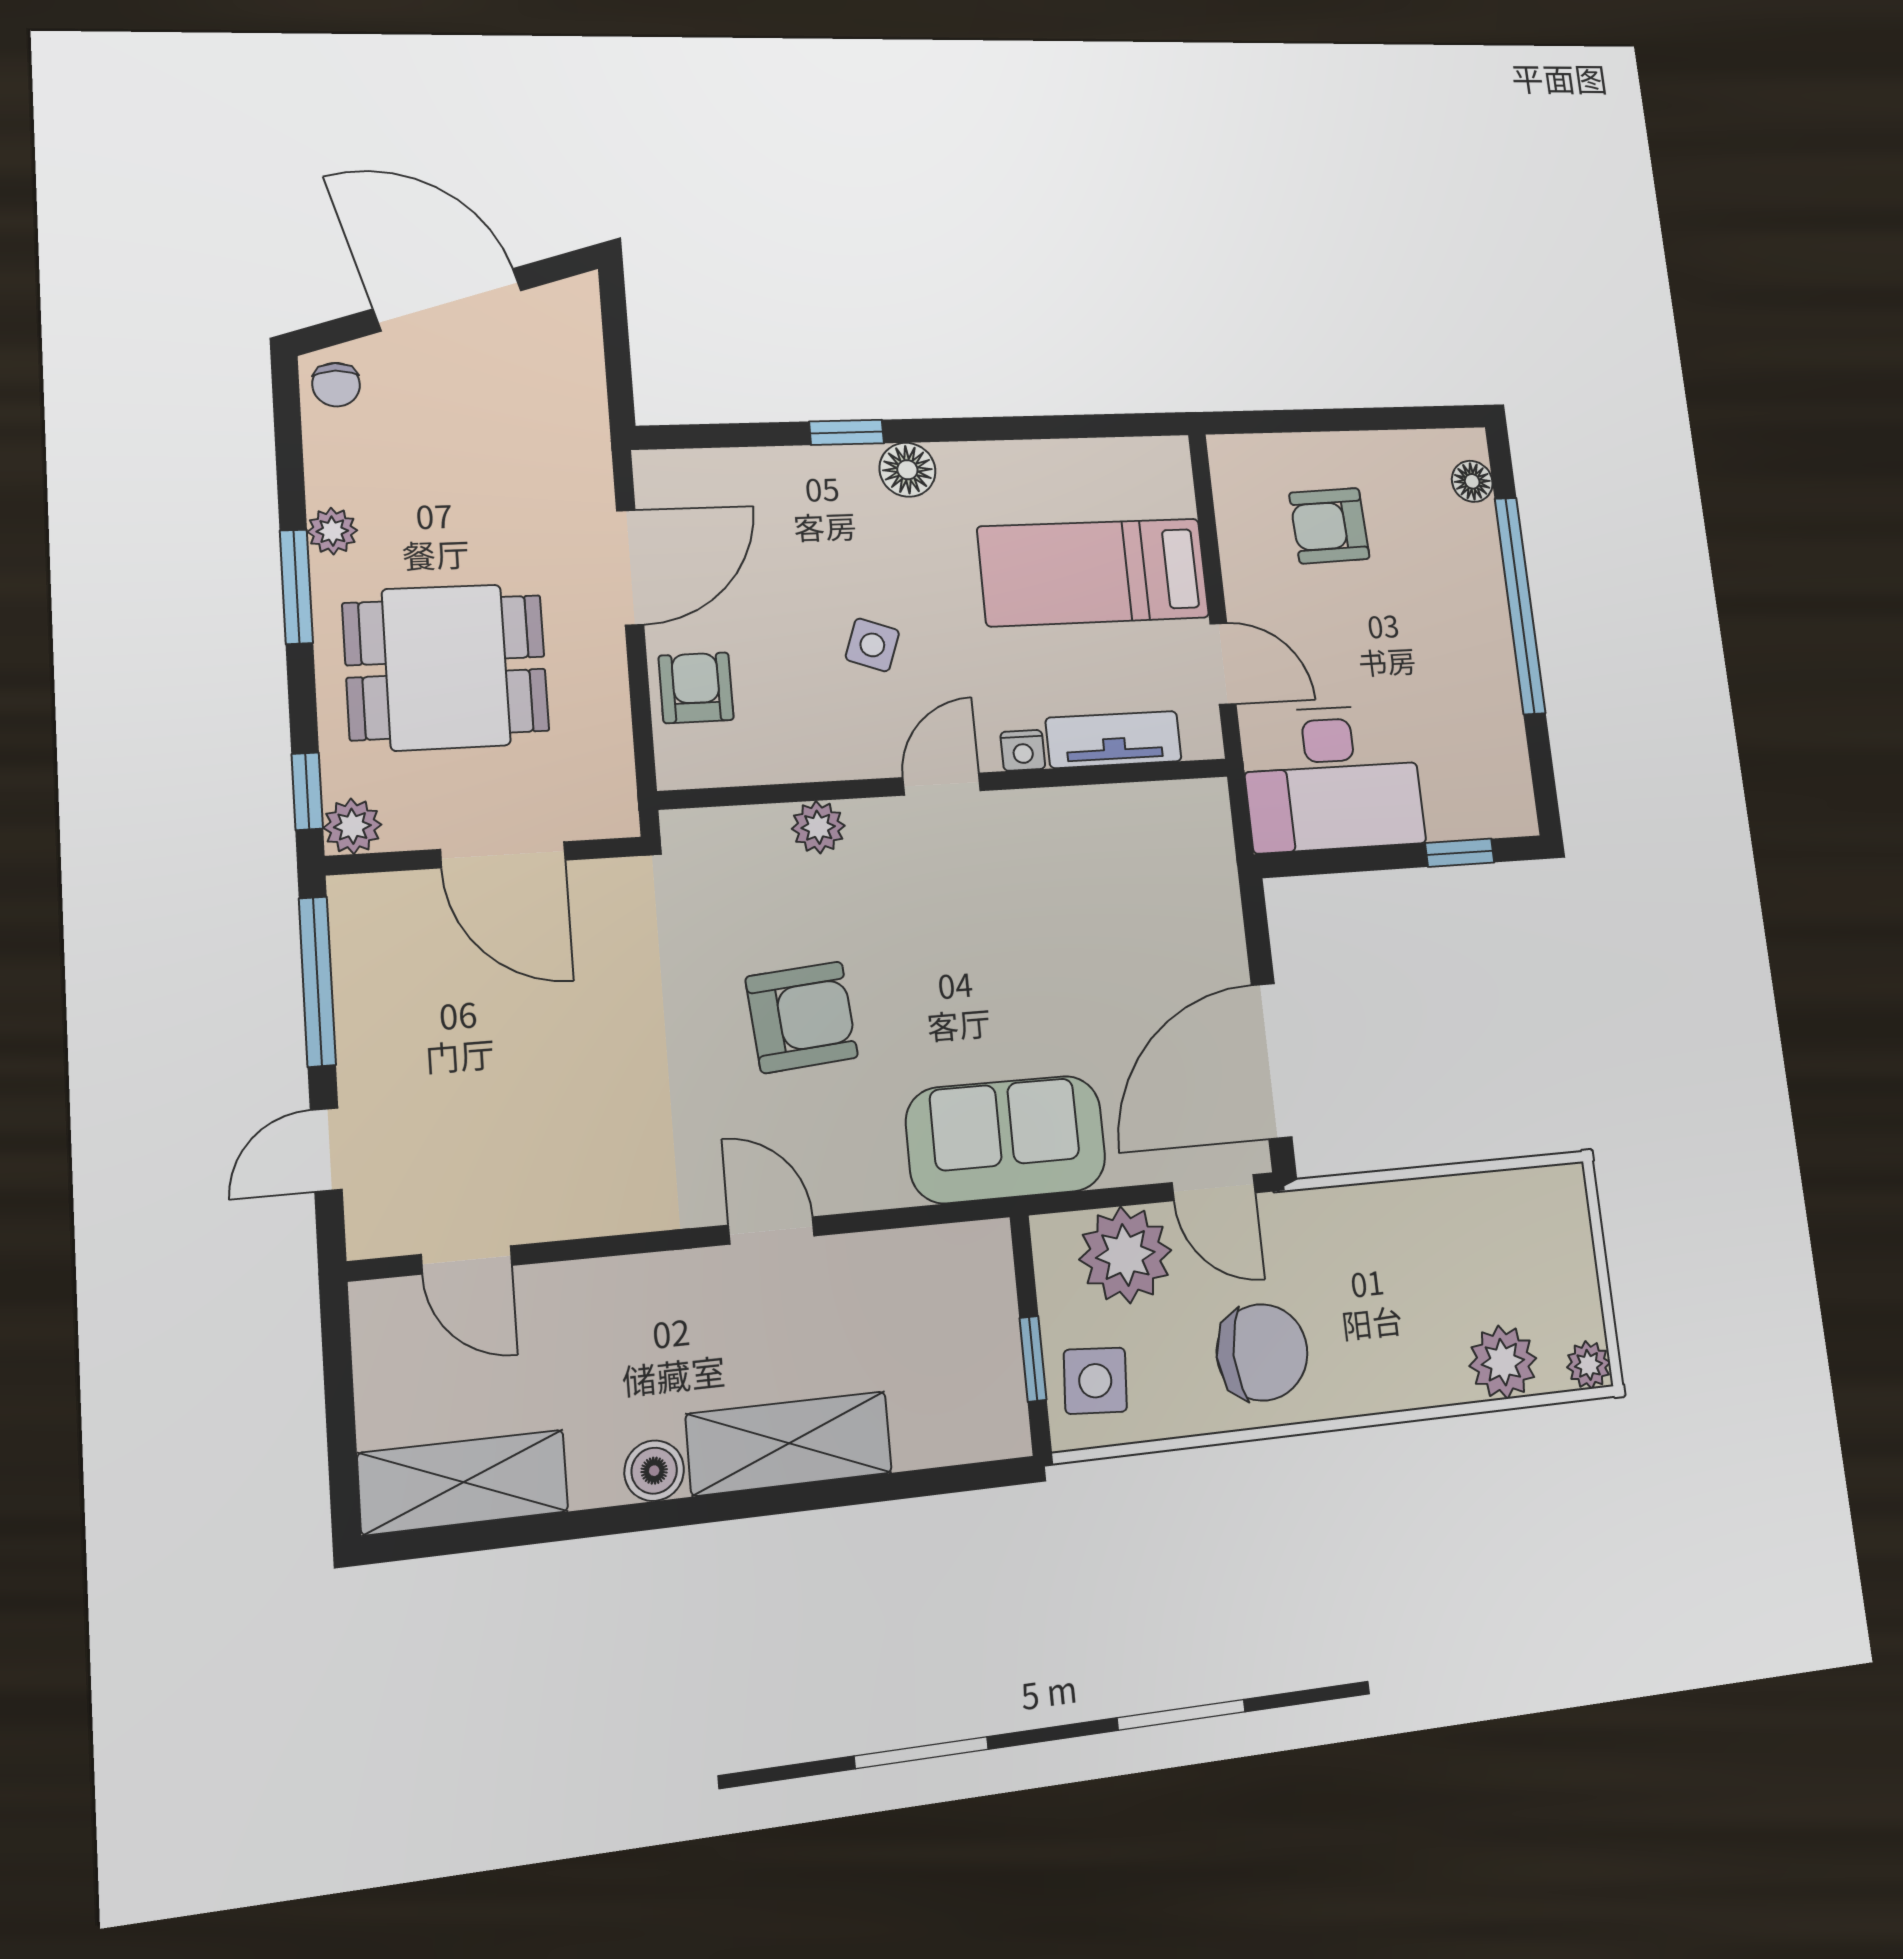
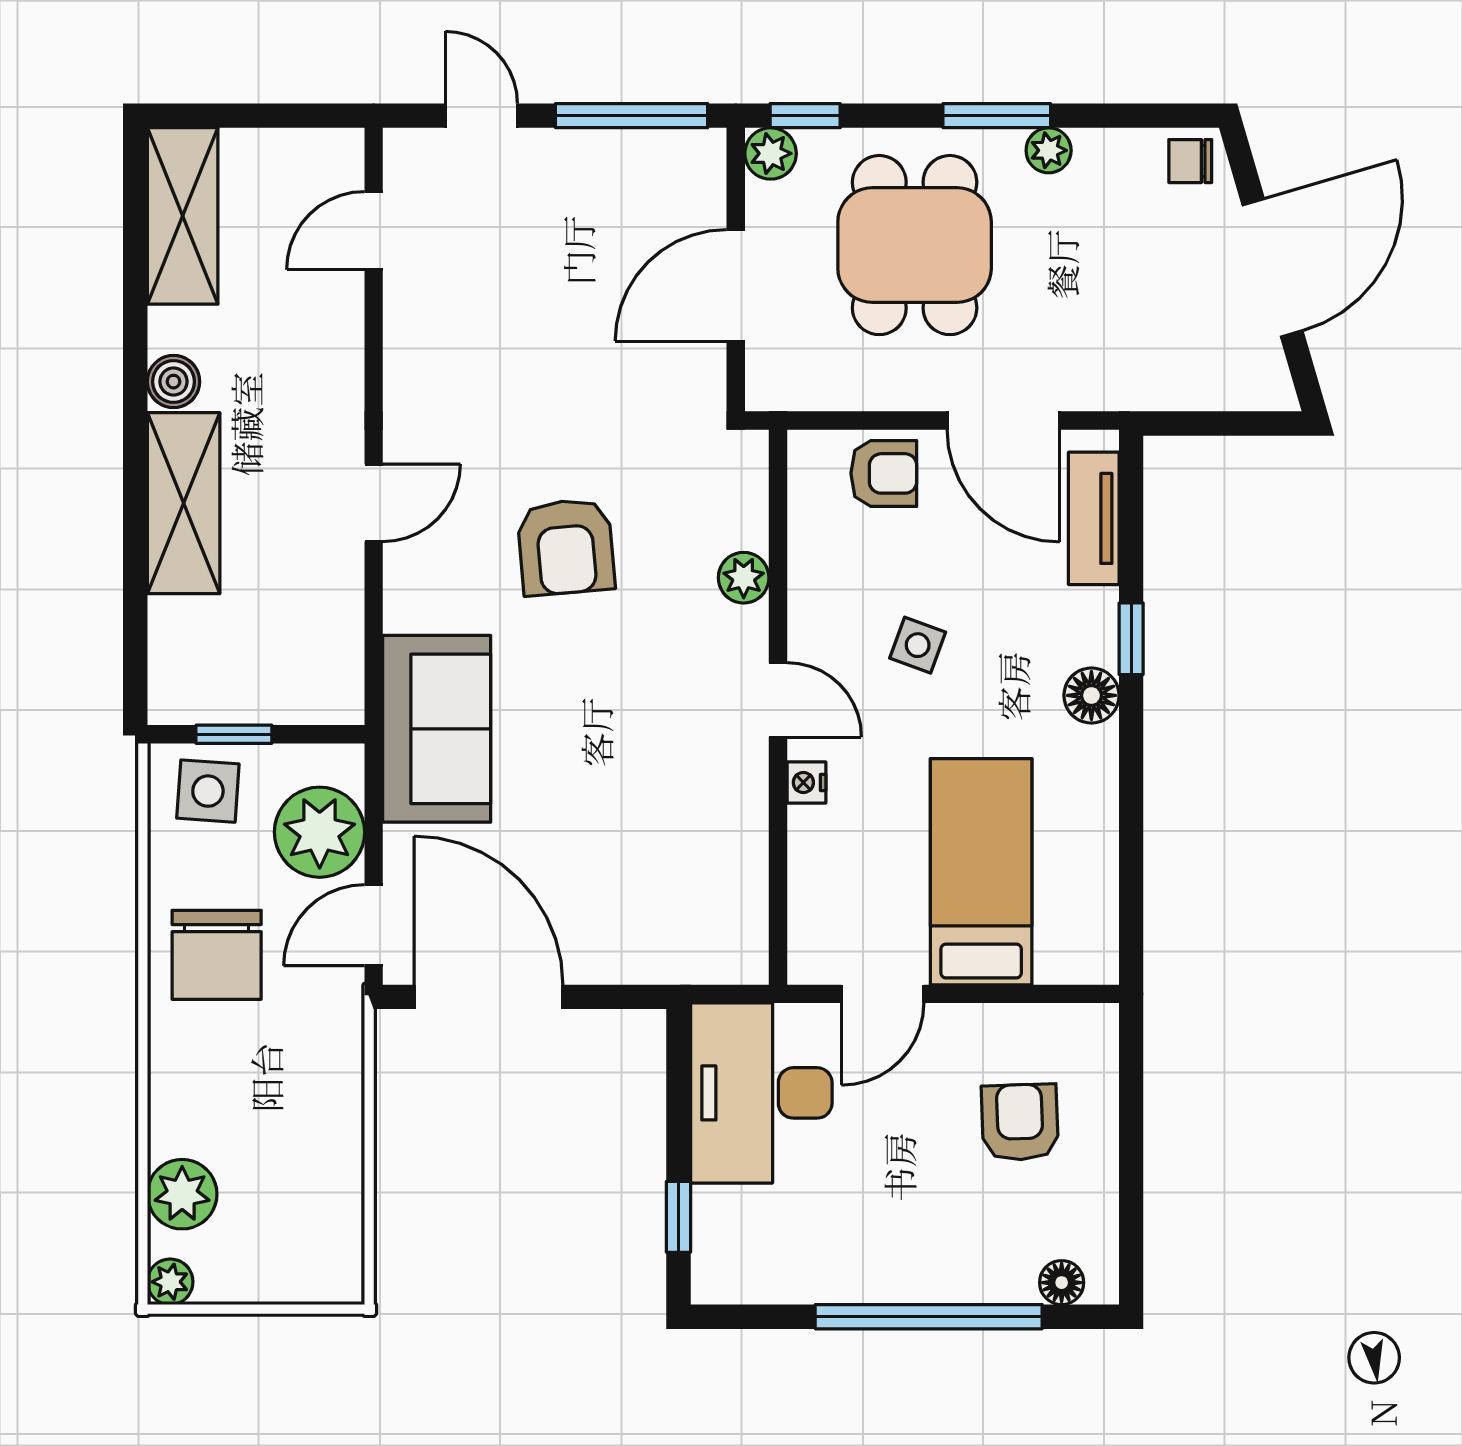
tv unit: (1114, 739) -> (1094, 518), moved, turned 180

